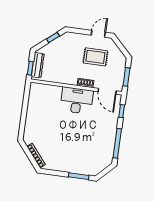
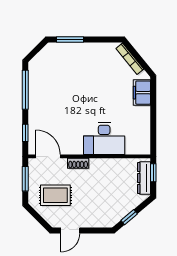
rug: (95, 57) -> (55, 195), moved
desk: (77, 101) -> (104, 139), moved
filing cabinet: (31, 129) -> (142, 93), added

